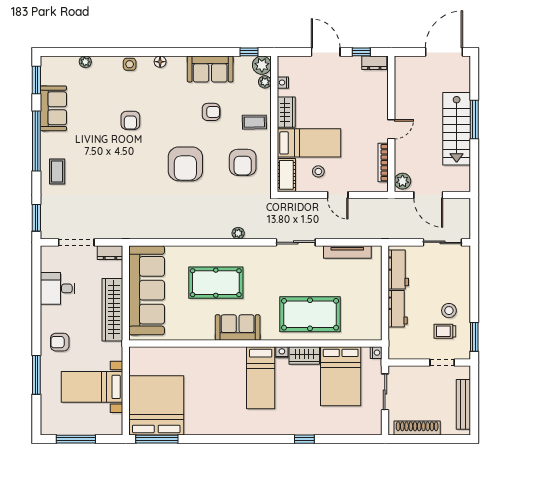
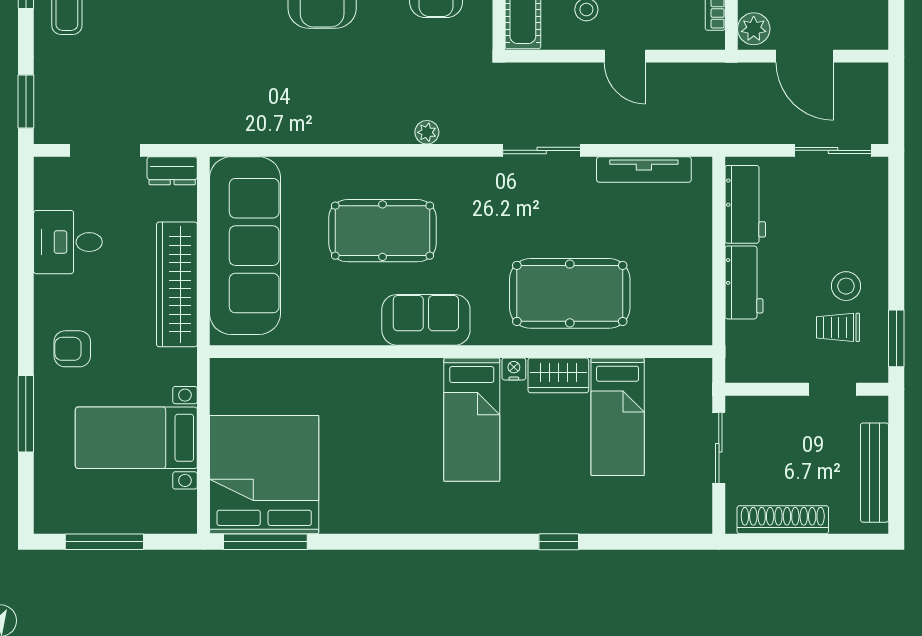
nightstand: (376, 353) -> (701, 370), removed
bed: (341, 376) -> (618, 417), width x0.67

